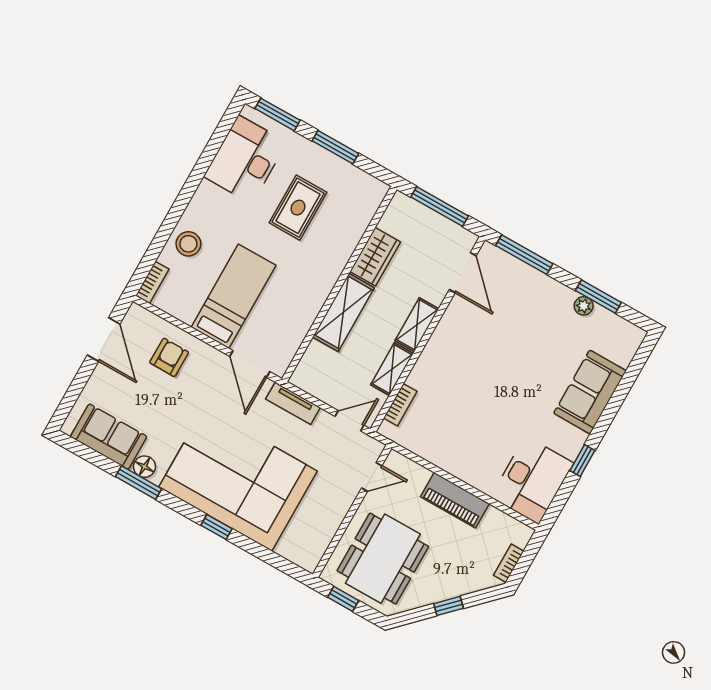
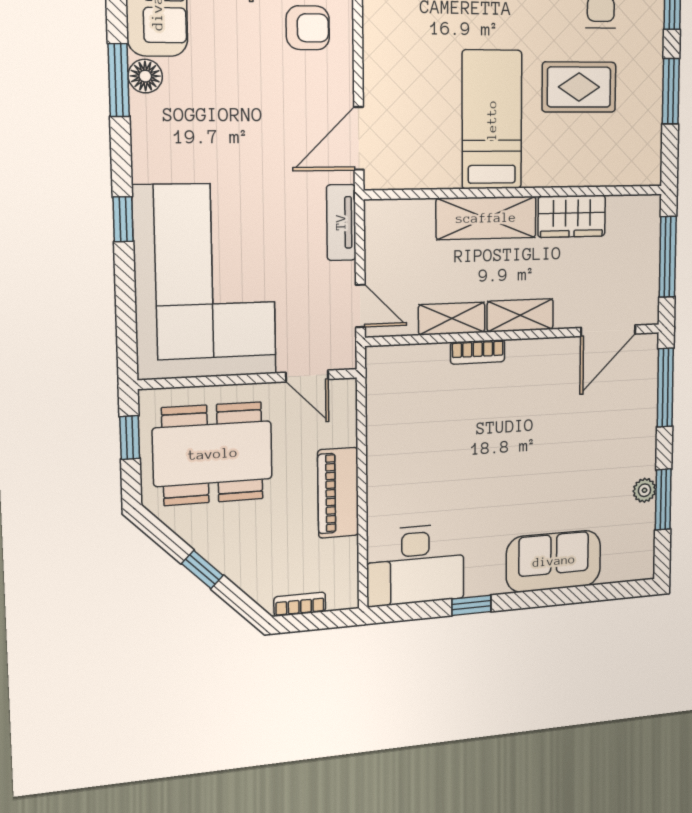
bed: (234, 296) -> (492, 120), moved, turned -90
bookcase: (400, 405) -> (478, 352), moved
corner sofa: (238, 479) -> (205, 281), moved

